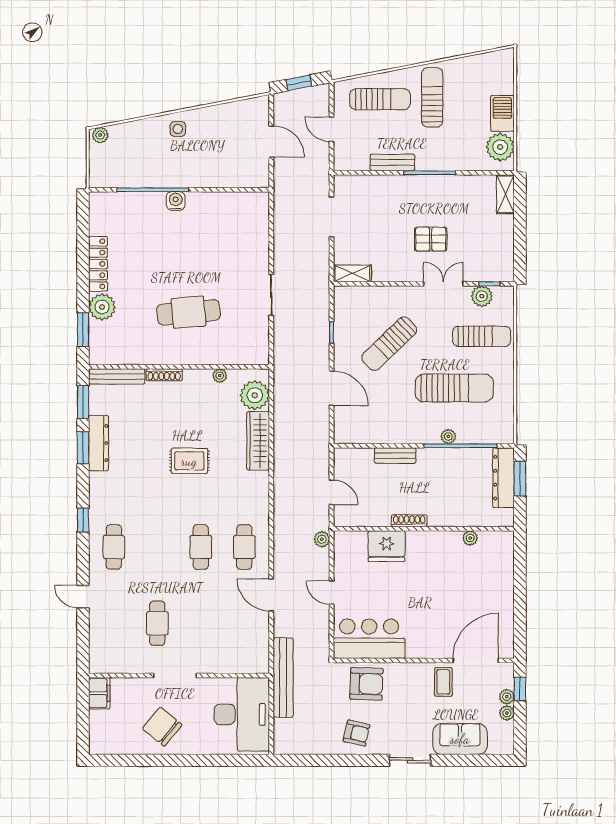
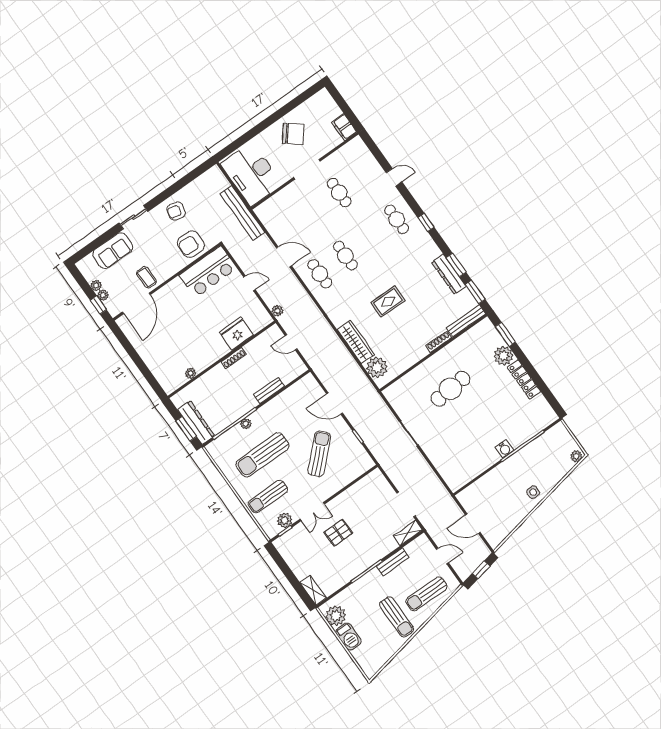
shelving: (352, 273) -> (408, 533), moved
plant: (220, 376) -> (406, 364), removed

